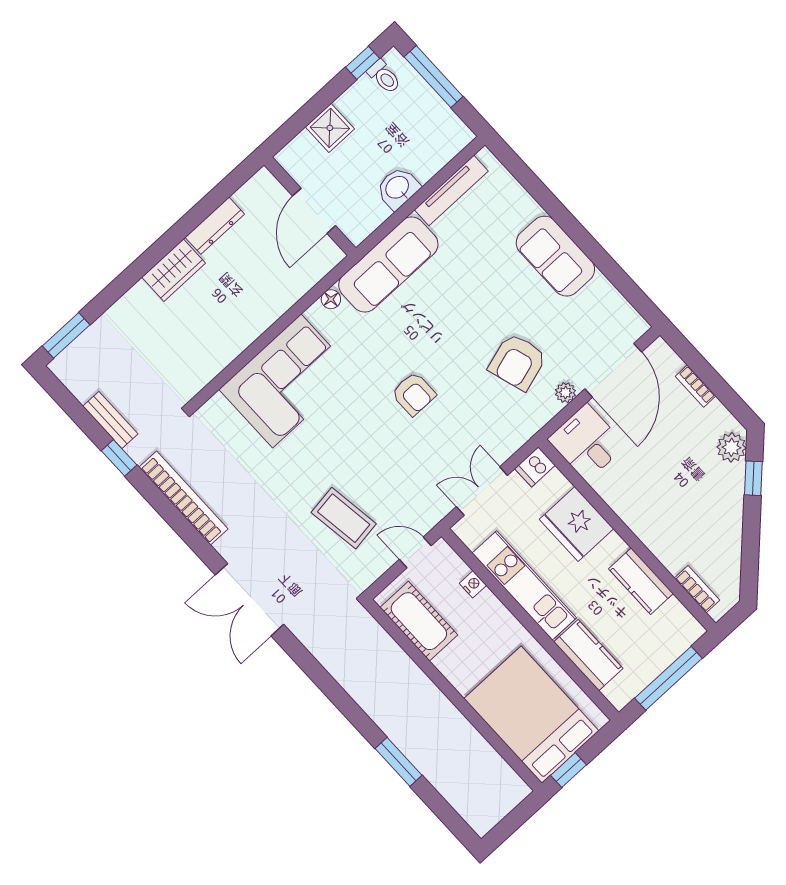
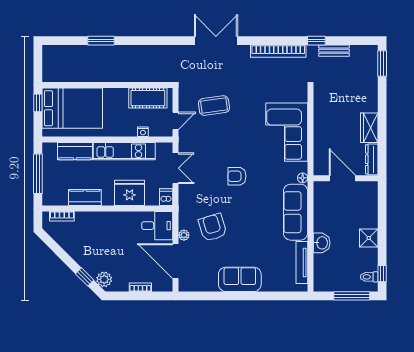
wall: (310, 206) -> (346, 178), moved
door: (314, 211) -> (342, 178), moved

